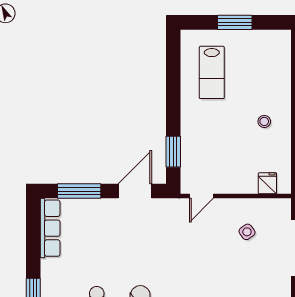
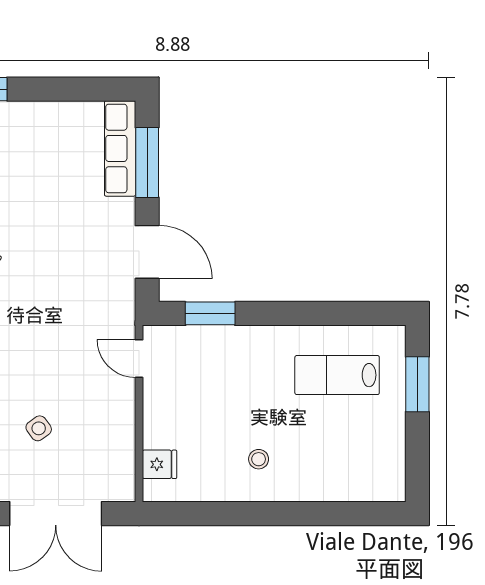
window: (235, 22) -> (417, 384), moved
row of seats: (50, 228) -> (120, 148), moved, turned 90
side table: (247, 232) -> (39, 428), moved

